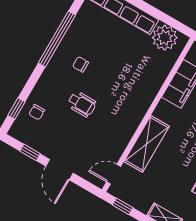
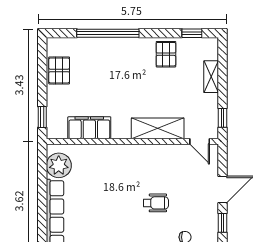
chair: (81, 64) -> (123, 224), removed
wheelchair: (82, 104) -> (156, 203), turned 90

